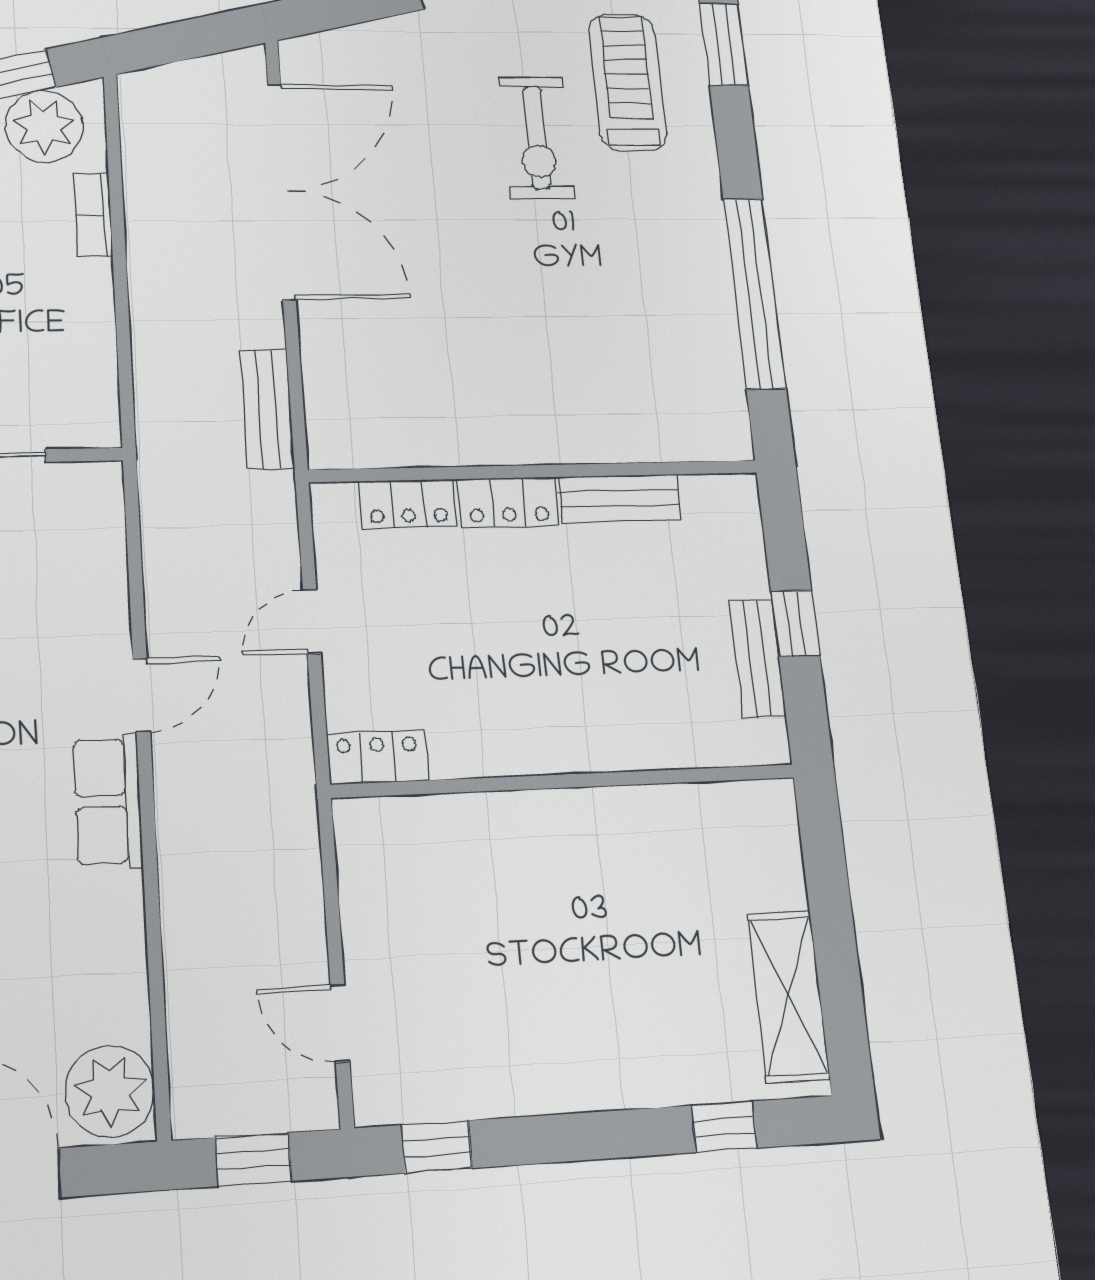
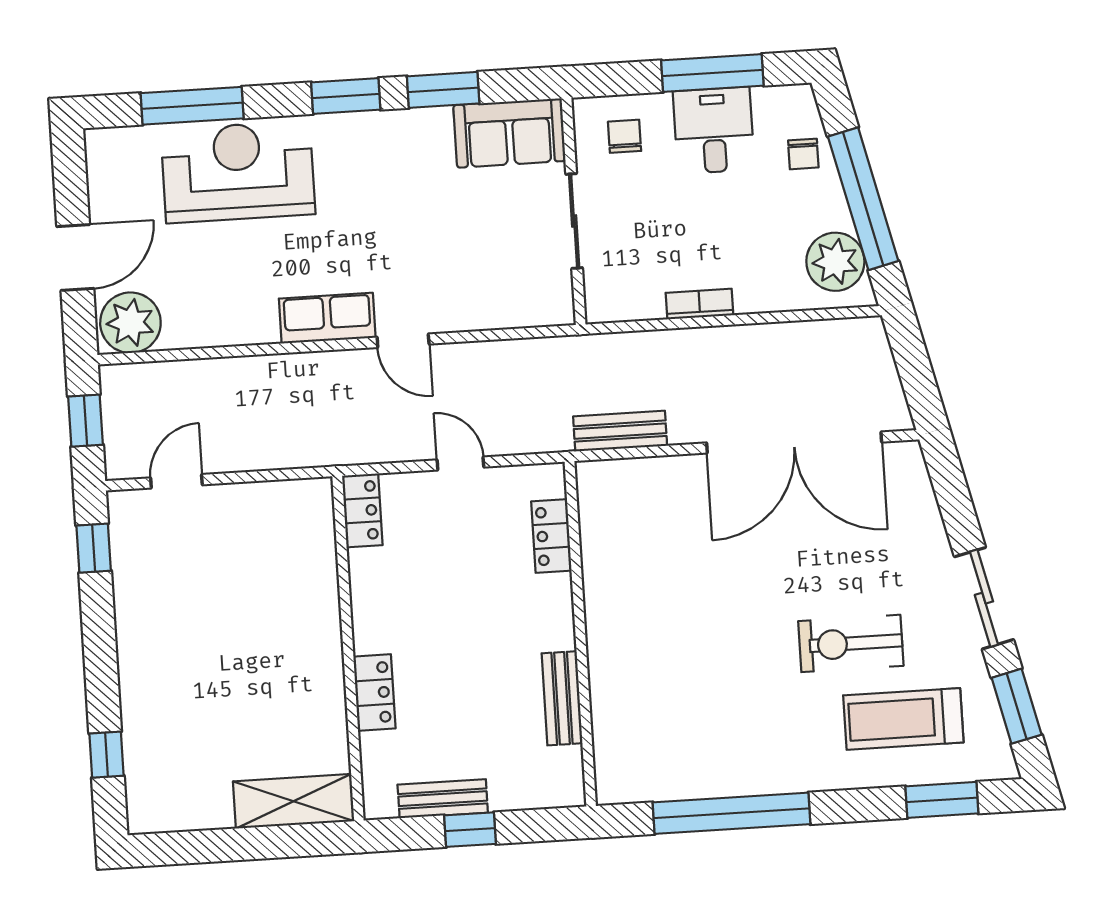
treadmill: (628, 82) -> (903, 719), turned 180
bookcase: (93, 215) -> (699, 304), moved
locker: (508, 502) -> (374, 692), moved, turned 180
shelving: (788, 996) -> (294, 801), moved

